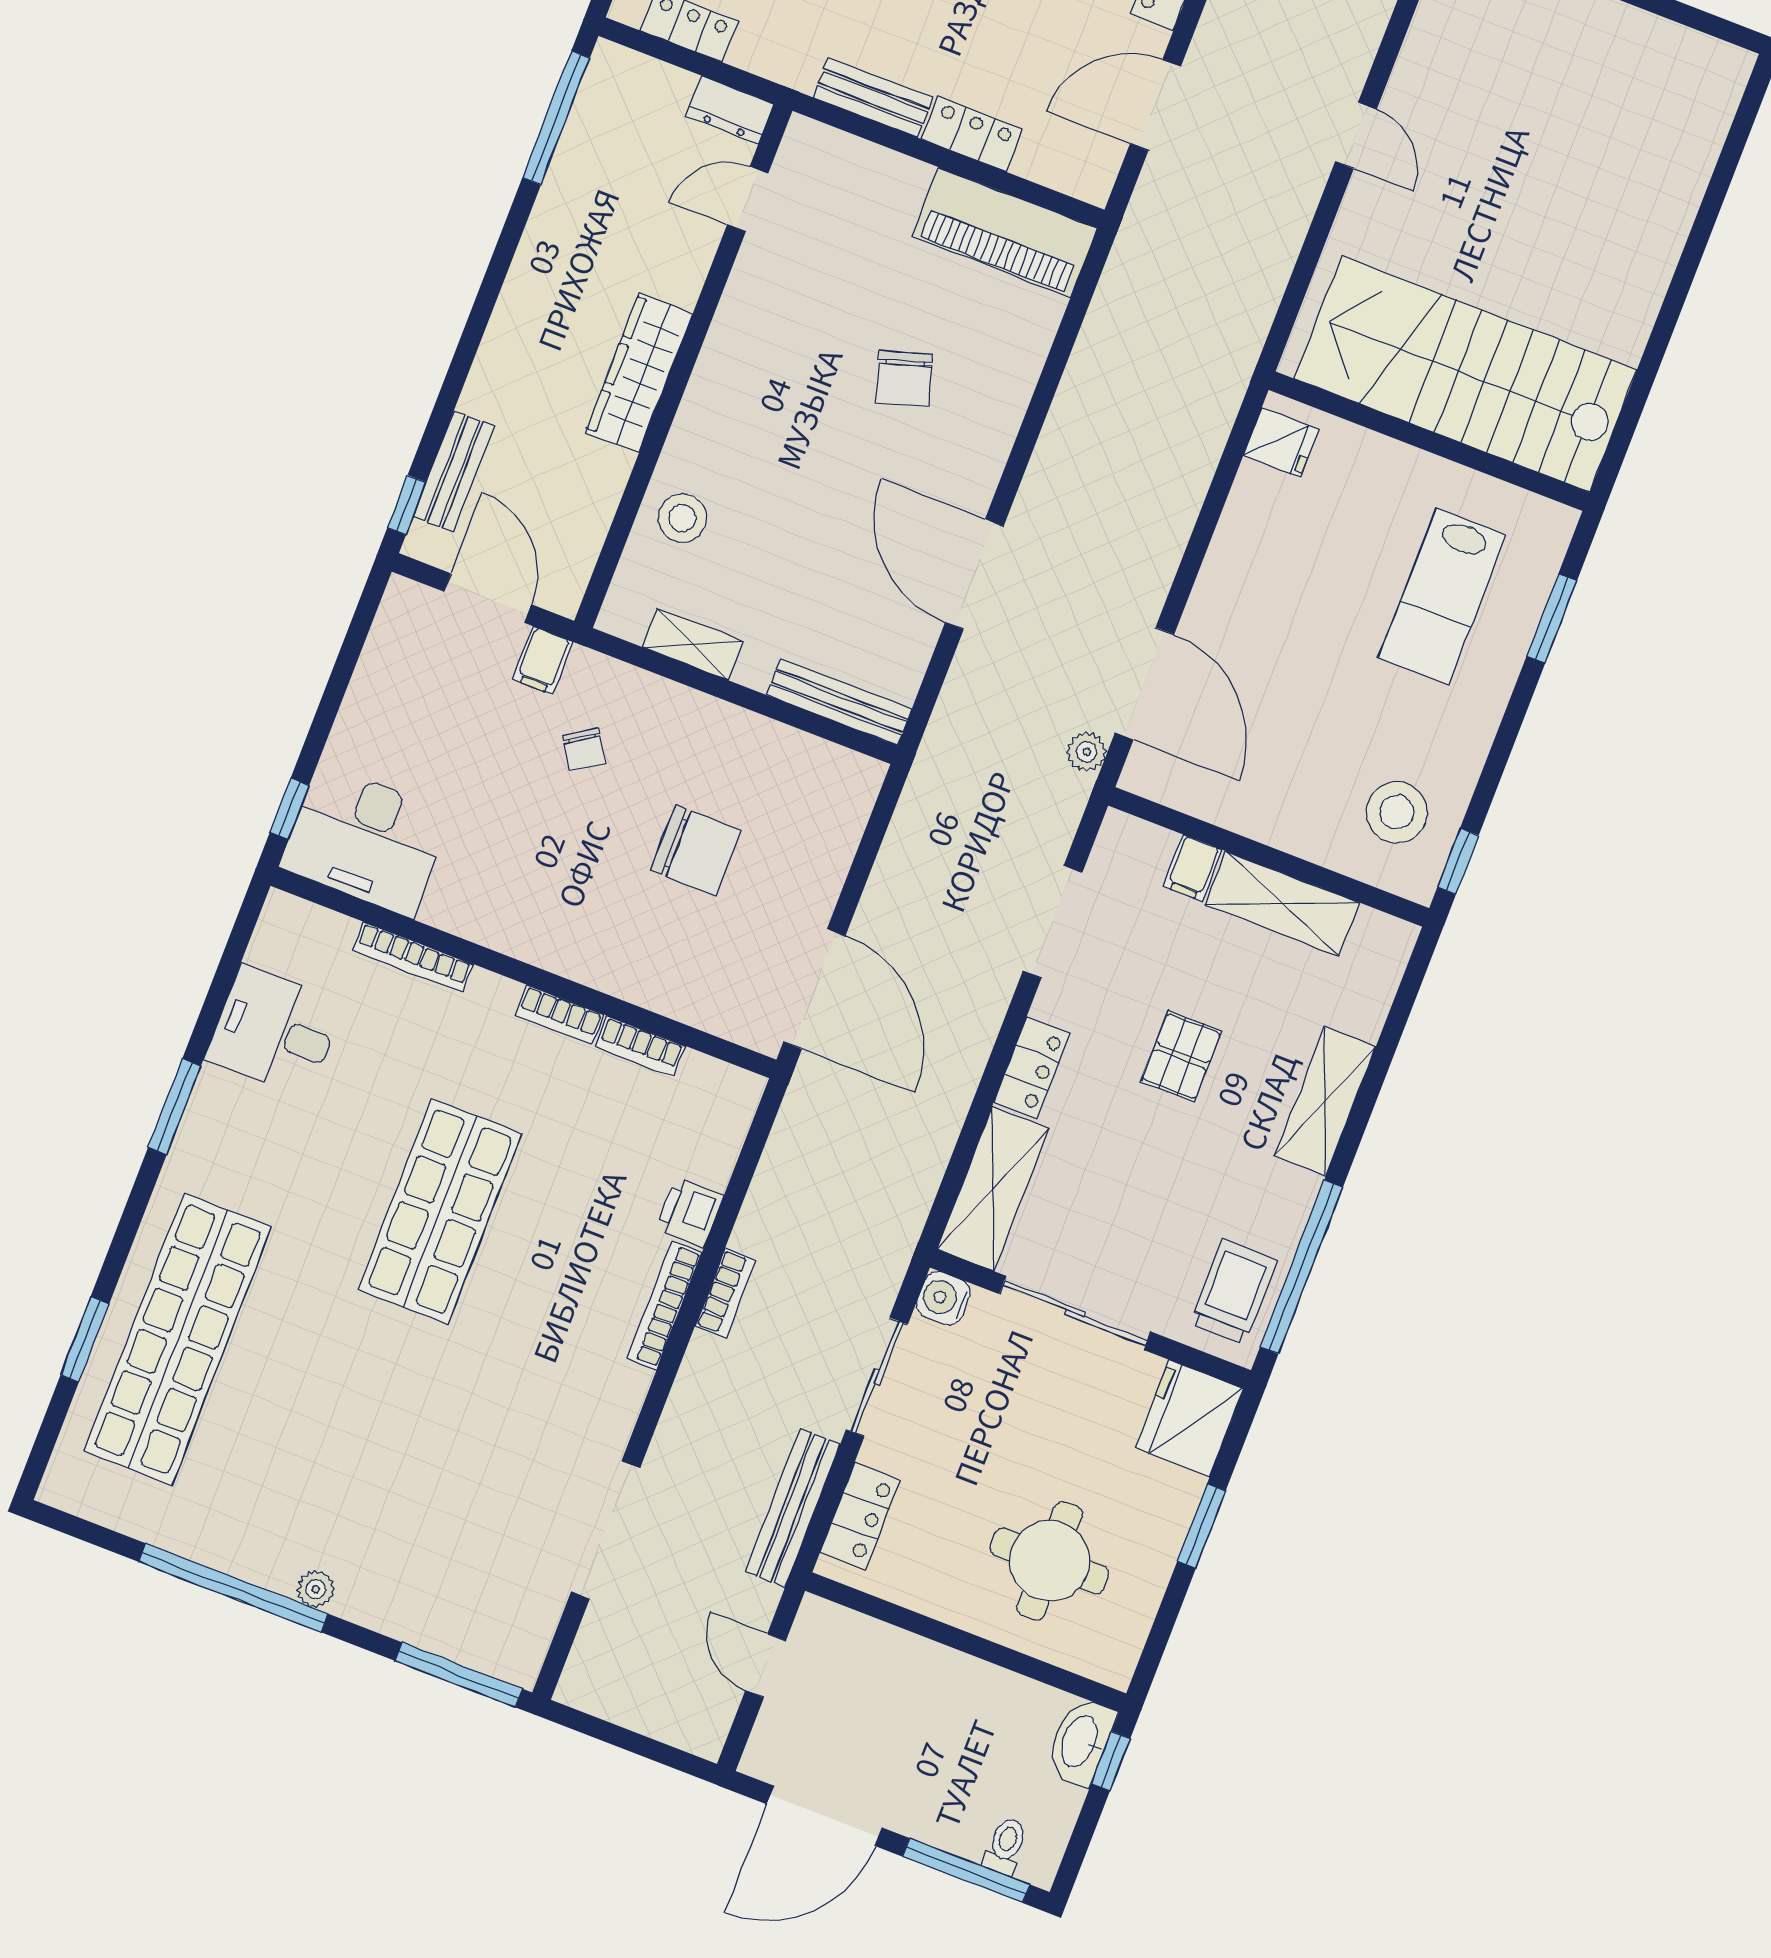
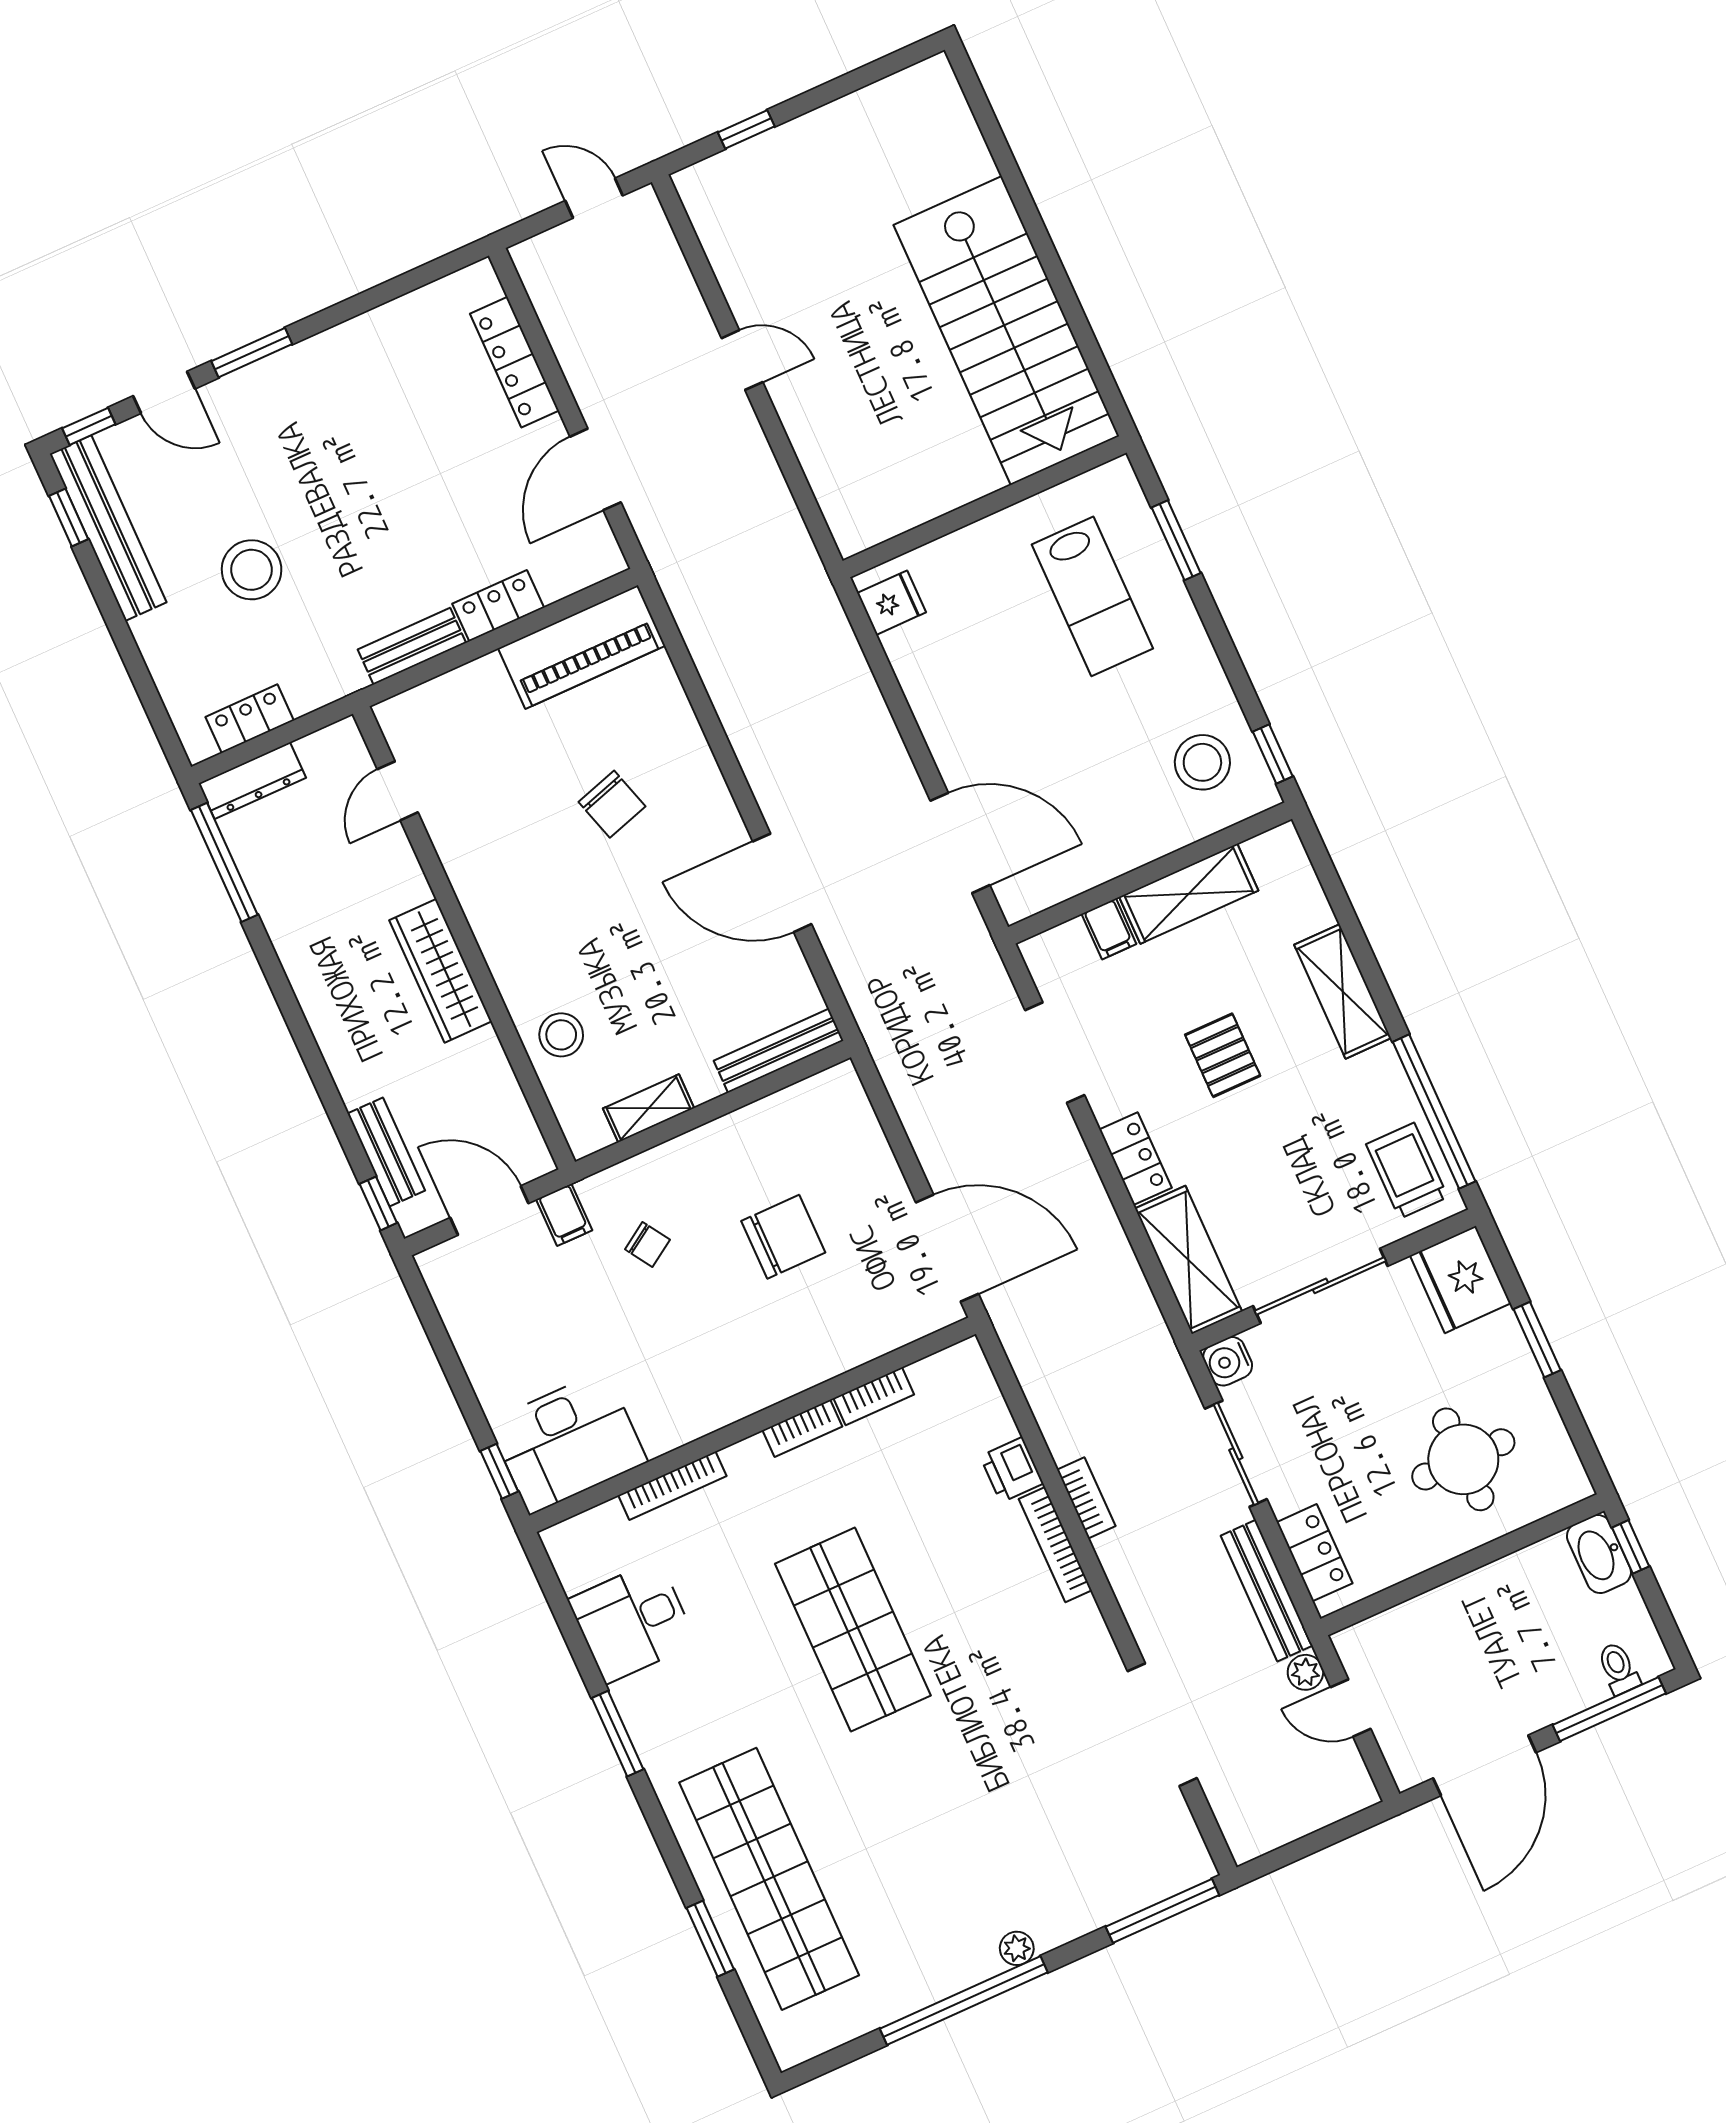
dresser: (730, 110) -> (252, 781), moved, width x1.44
stairs: (1466, 374) -> (1006, 331), moved, turned -90
plant: (1087, 752) -> (1305, 1672), moved

